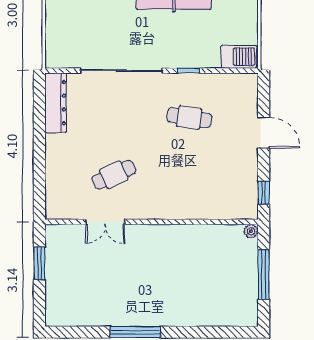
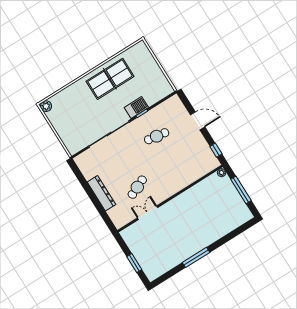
barbecue: (239, 57) -> (136, 107), moved
dresser: (56, 103) -> (101, 193), moved
double door: (105, 222) -> (147, 213), swing flipped
window: (39, 263) -> (134, 263), moved

